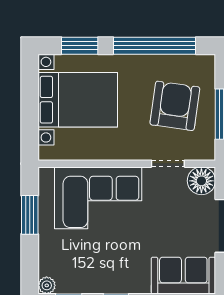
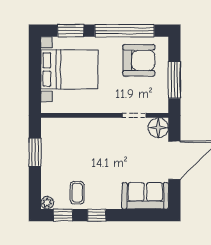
armchair: (175, 106) -> (139, 60), moved, turned 82
corner sofa: (98, 198) -> (84, 140), removed
coffee table: (89, 271) -> (77, 193), added

